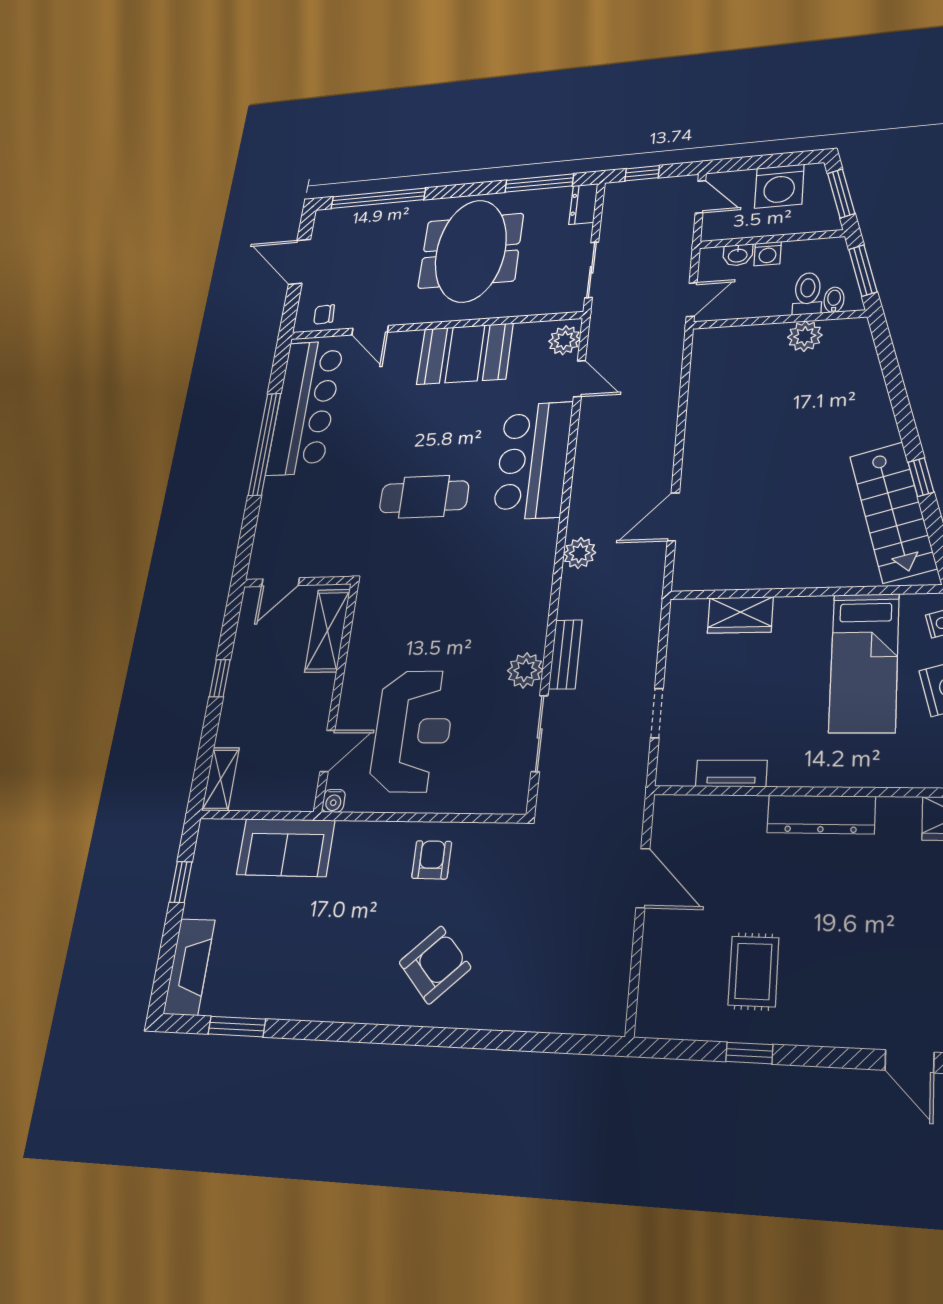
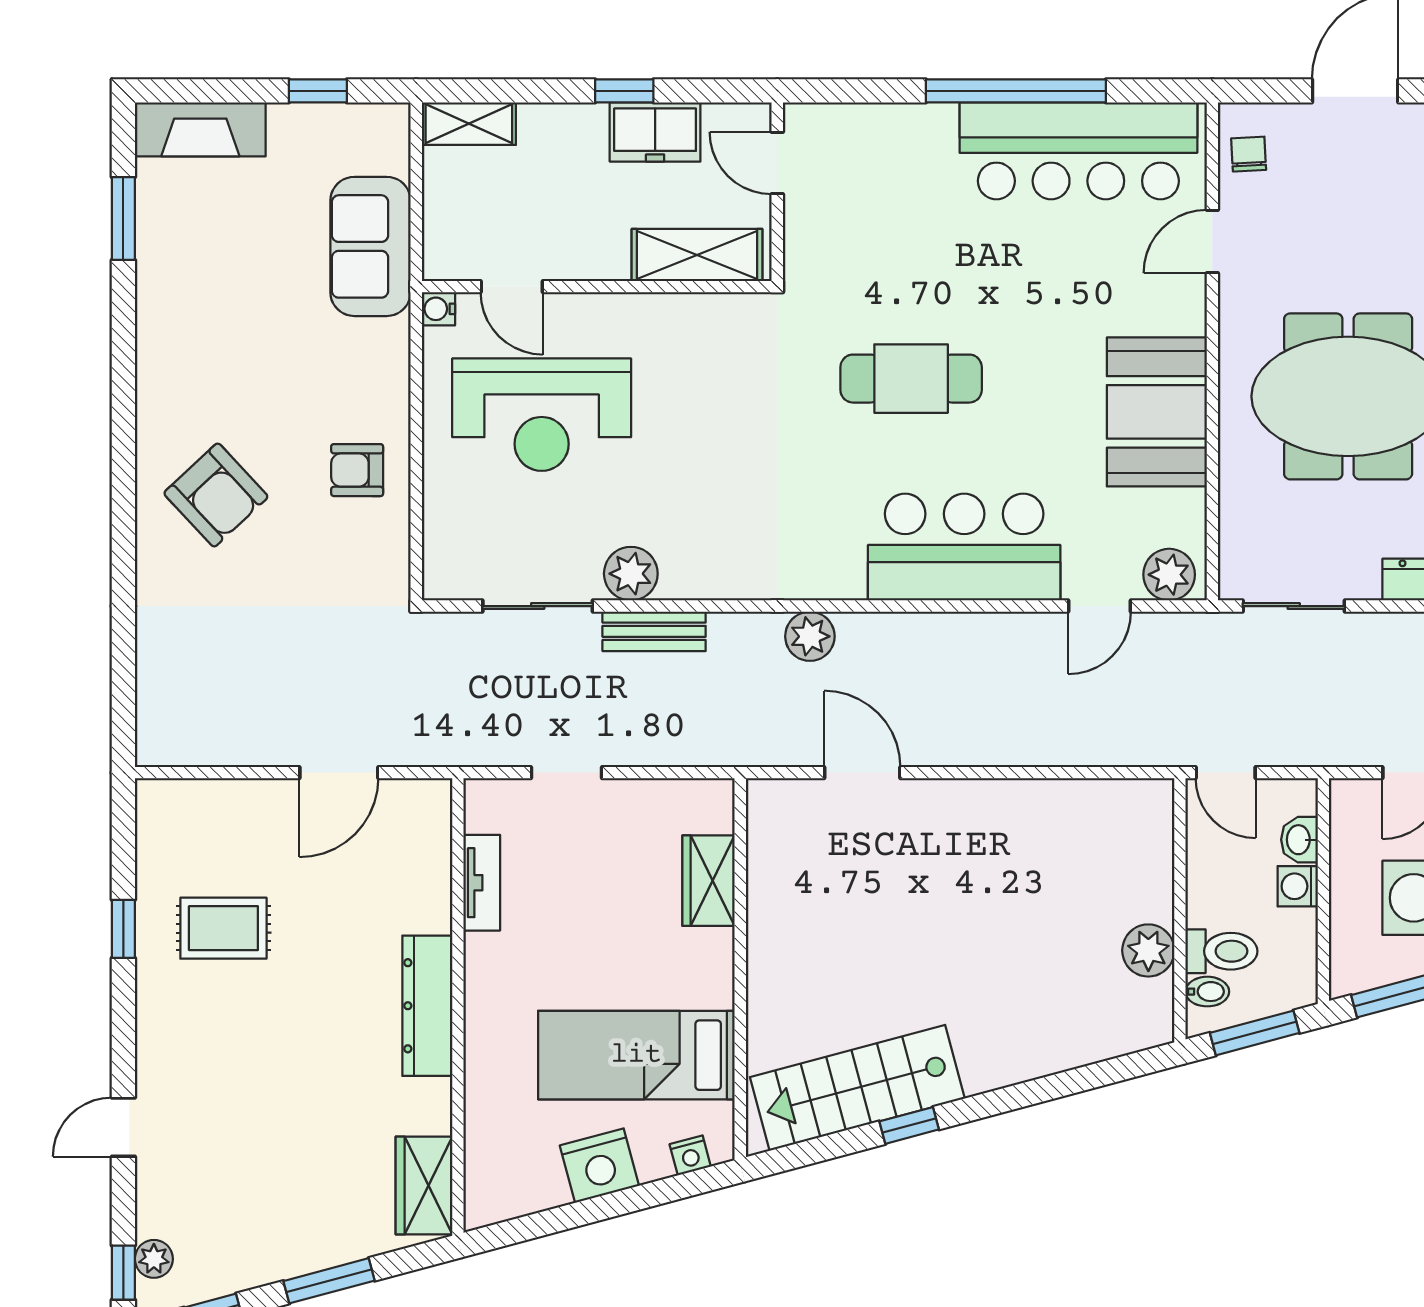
cafe table: (424, 497) -> (911, 379), turned 90
freezer: (248, 658) -> (655, 132), added
armchair: (432, 860) -> (357, 470), turned 180

